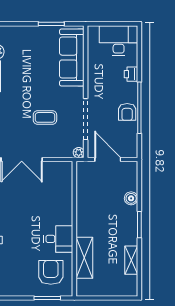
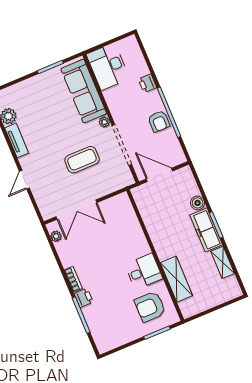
desk: (119, 41) -> (108, 66), moved, turned -90
coffee table: (45, 117) -> (82, 160), width x1.36, depth x1.30
plant: (79, 153) -> (104, 122), moved
freezer: (129, 225) -> (206, 230), added
armchair: (51, 272) -> (150, 307), turned -90

